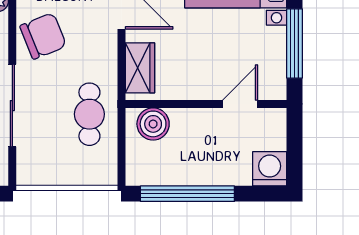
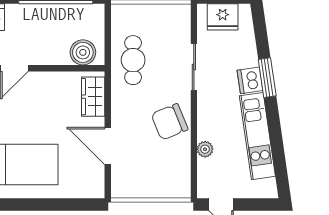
sliding door: (12, 106) -> (194, 67), width x0.73

